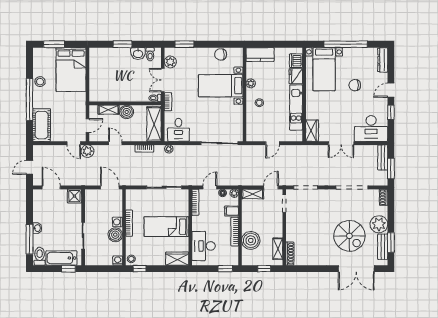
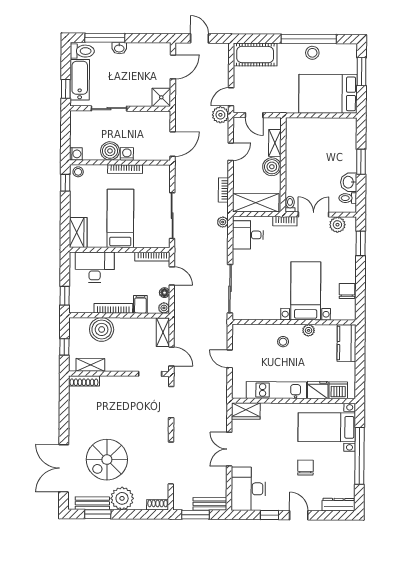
window: (30, 99) -> (309, 39), moved

